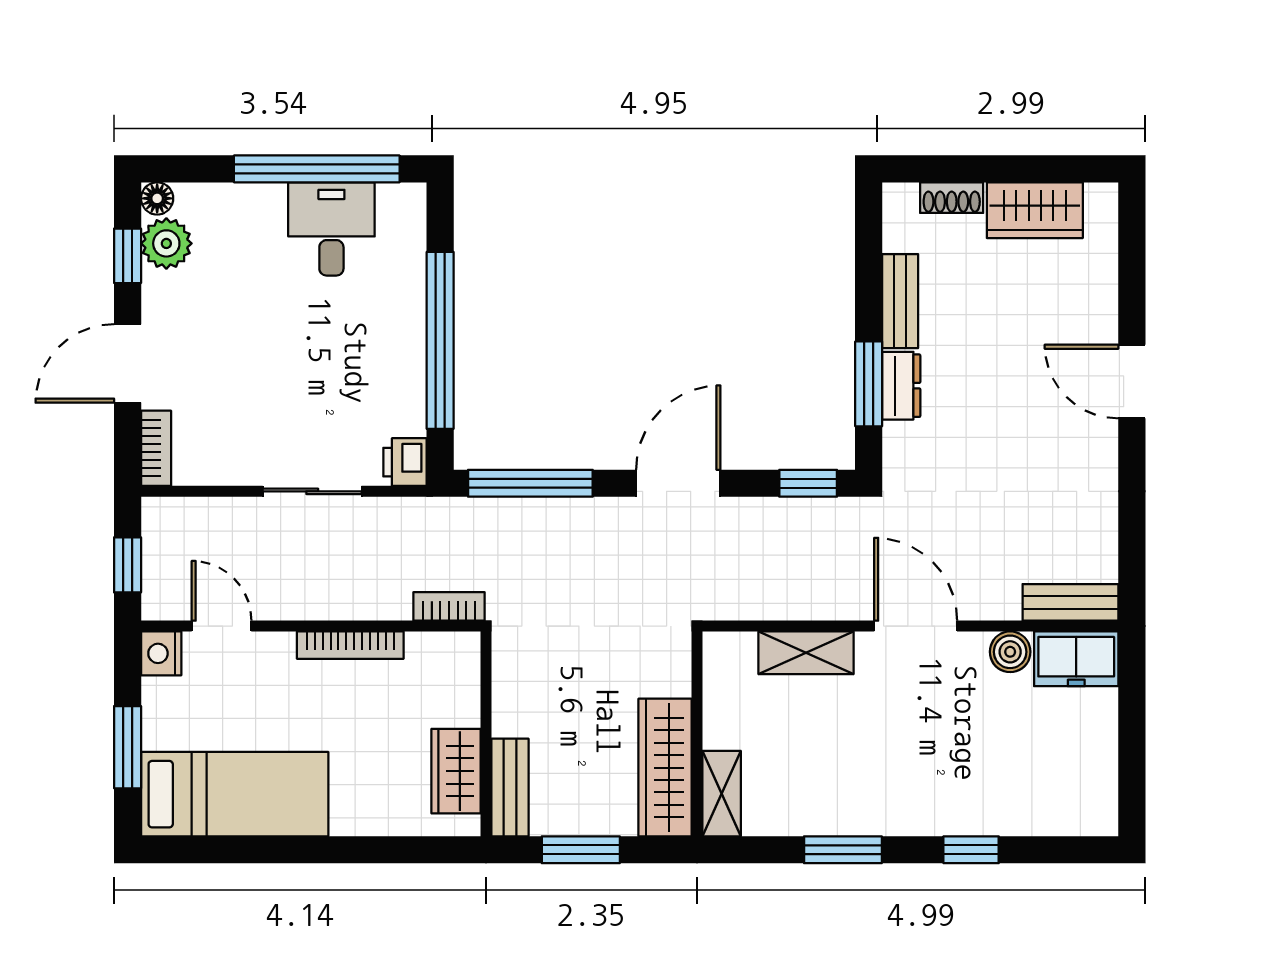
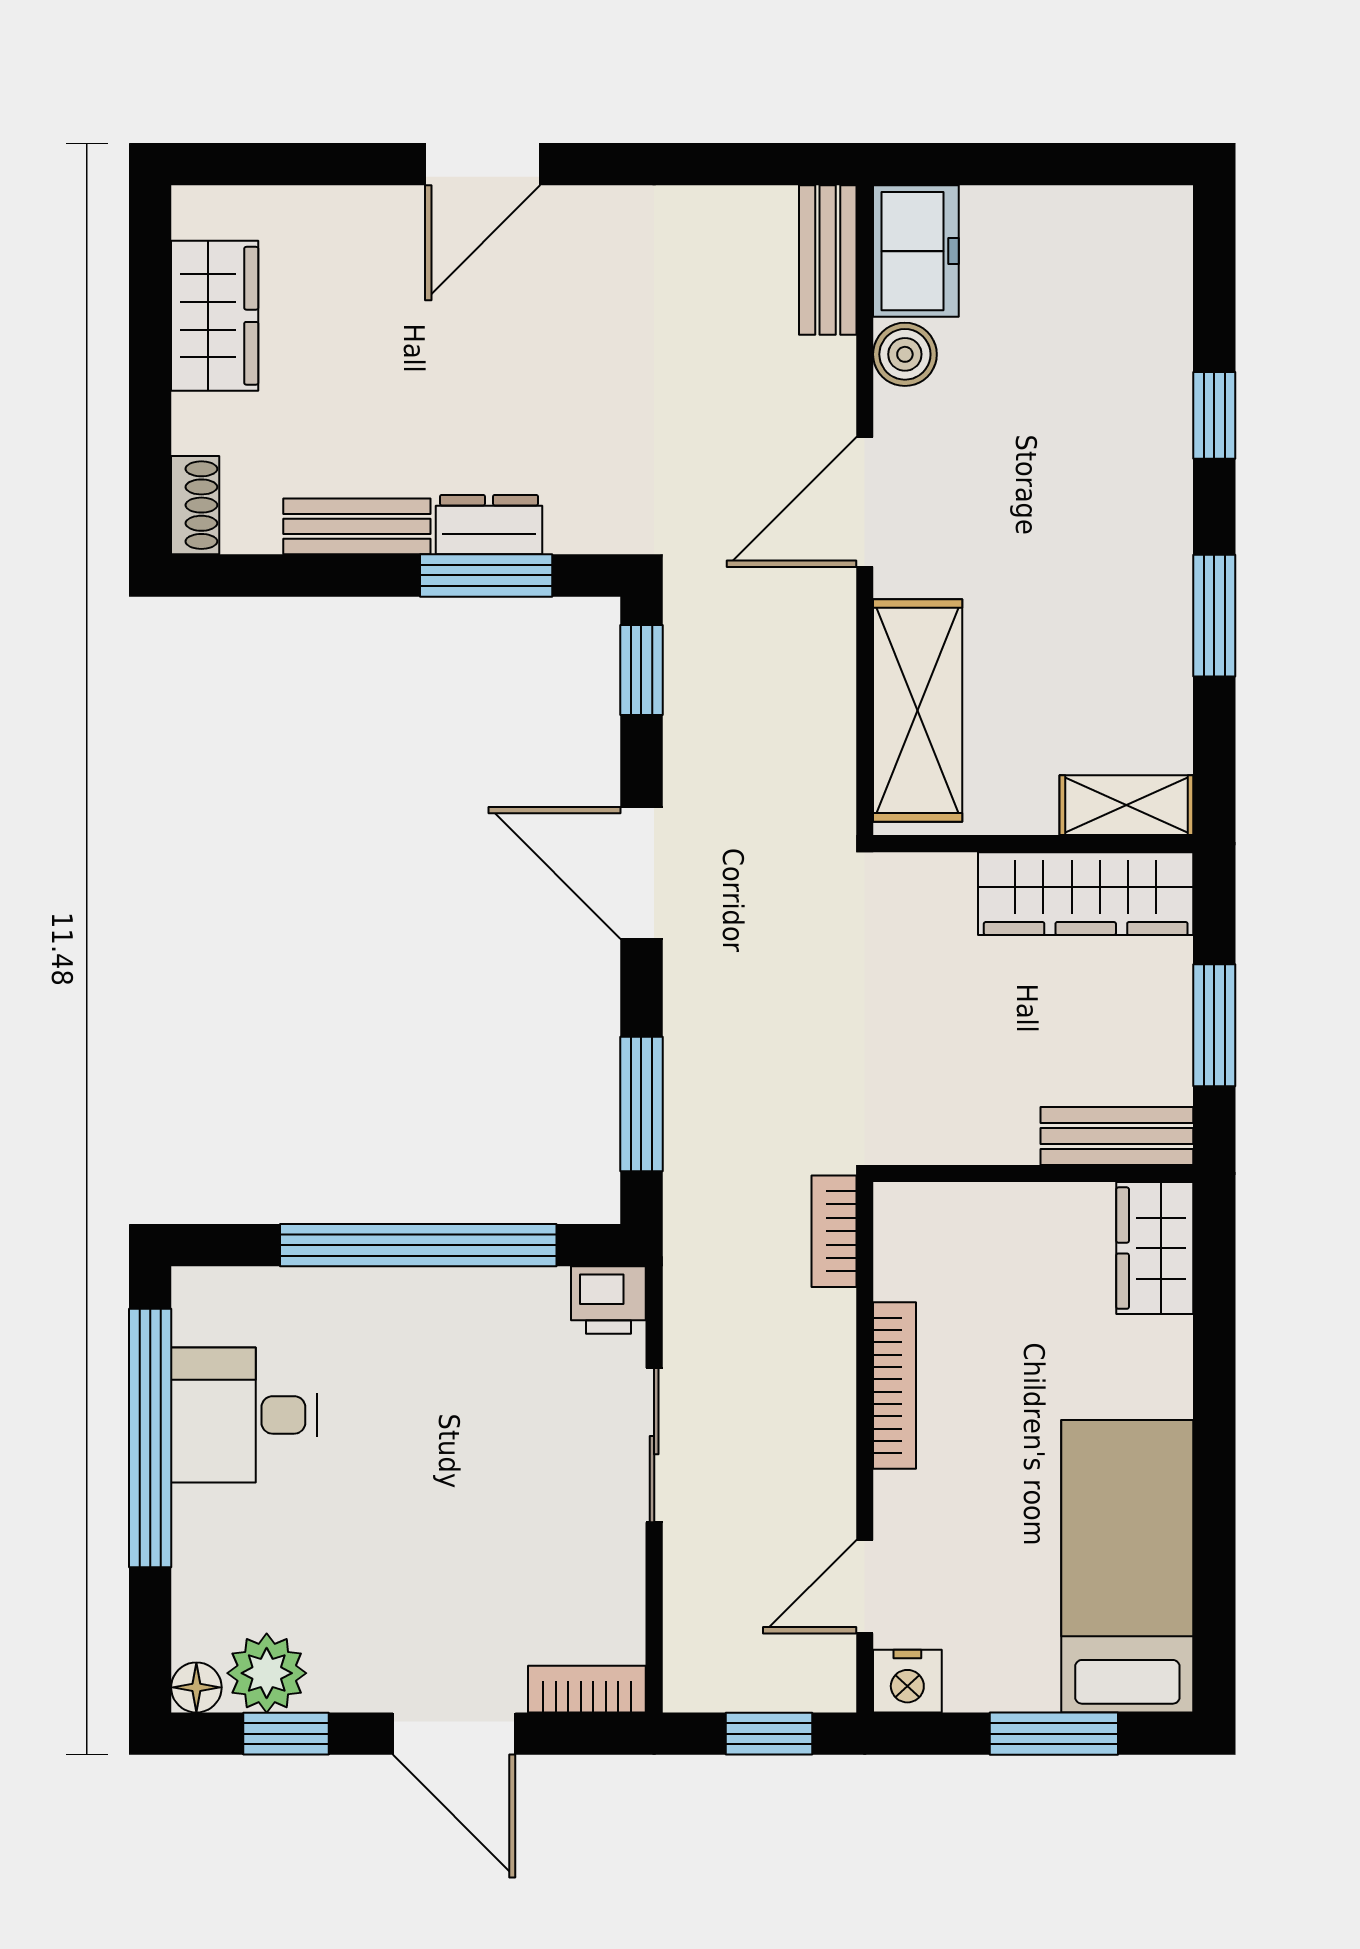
shoe rack: (952, 198) -> (195, 505), moved
window: (530, 483) -> (641, 1104), width x0.69
shelving: (806, 653) -> (918, 710), width x1.50, depth x1.33
wardrobe: (456, 771) -> (1155, 1248), moved, turned 90

